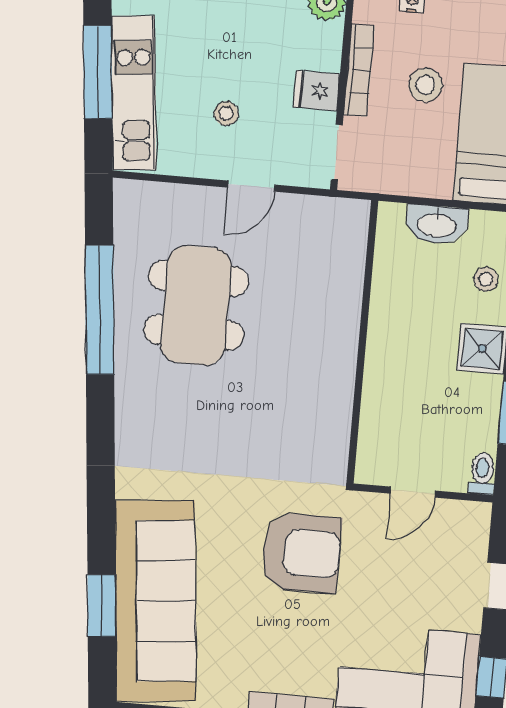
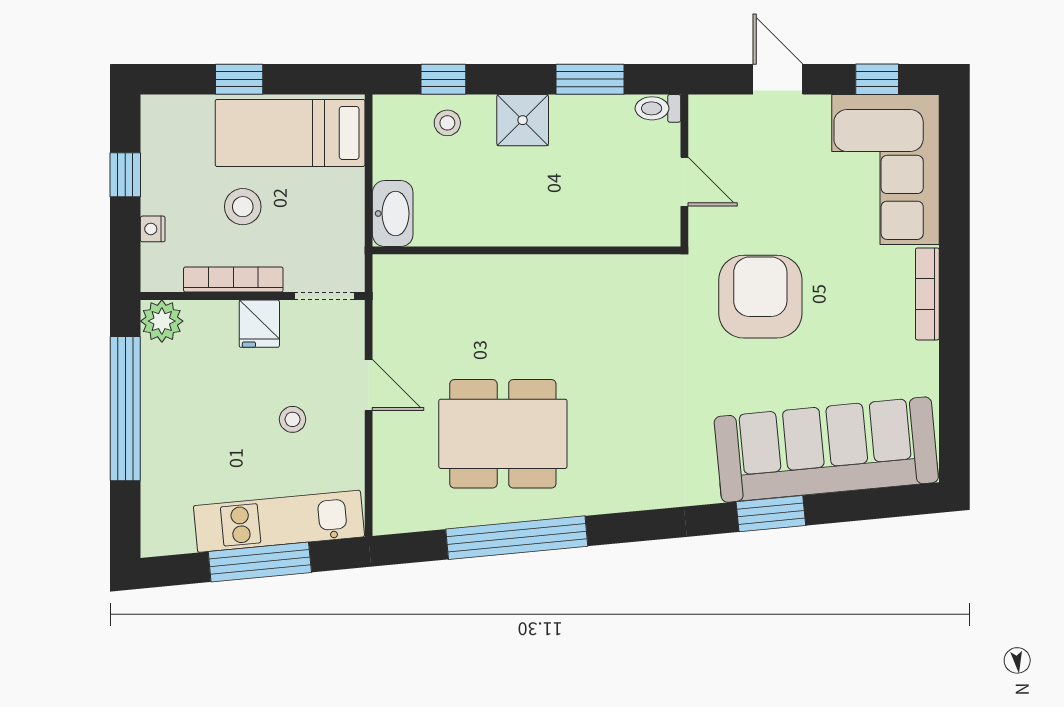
washbasin: (437, 225) -> (393, 214), moved
window: (102, 606) -> (771, 514), moved

